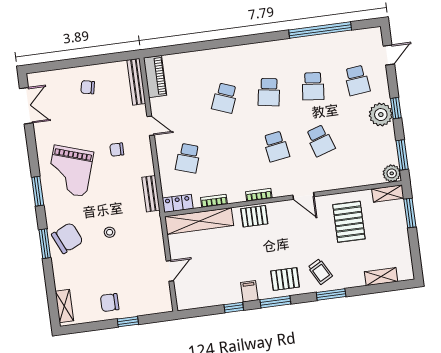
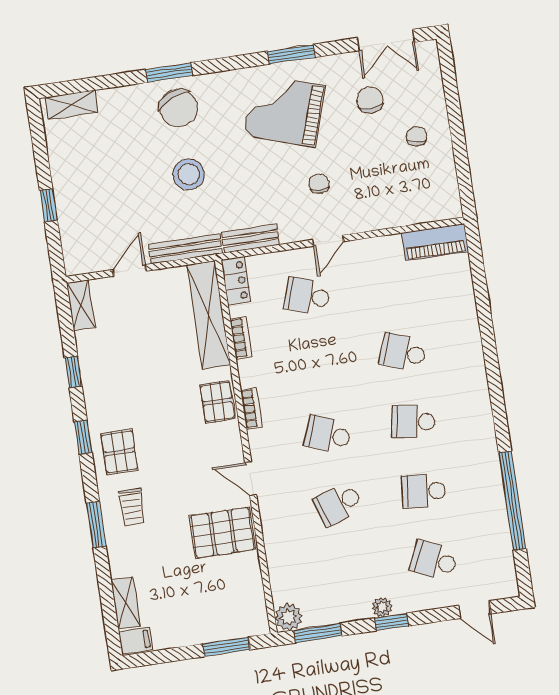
school desk: (357, 80) -> (434, 560), turned 30
bench: (136, 82) -> (185, 249), moved
plant: (381, 115) -> (382, 607), width x0.53, depth x0.53
door: (151, 126) -> (328, 241), moved
school desk: (276, 146) -> (328, 434), turned 30
window: (38, 191) -> (291, 54), moved
shelving: (388, 194) -> (81, 305), moved
door: (304, 196) -> (251, 479), hinge flipped
pallet: (349, 222) -> (222, 533), moved
stool: (110, 232) -> (189, 174), width x1.89, depth x1.89
door: (170, 271) -> (129, 270), swing flipped
trolley: (320, 272) -> (132, 507), turned -61
filing cabinet: (249, 291) -> (136, 641), moved
window: (275, 302) -> (83, 437), width x0.67
chair: (110, 303) -> (370, 100), moved

